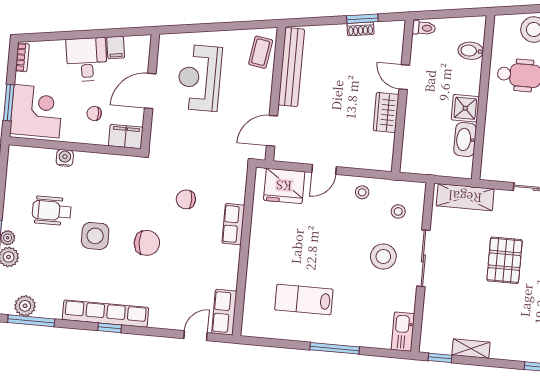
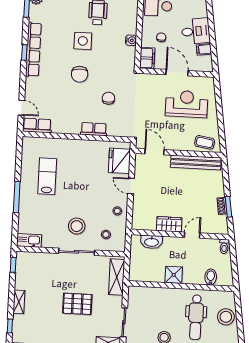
washbasin: (465, 140) -> (152, 242), moved, turned 180
water cooler: (65, 158) -> (131, 40), moved
shelving: (471, 349) -> (19, 302), moved

